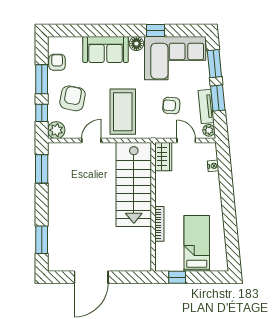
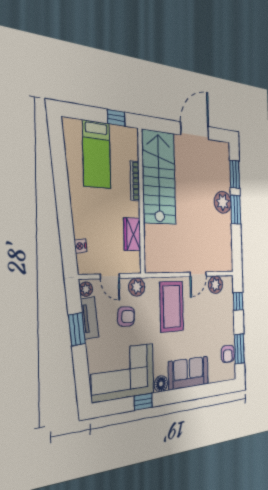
window: (214, 64) -> (81, 371), removed
window: (42, 79) -> (239, 349), moved
armchair: (72, 98) -> (215, 318), removed
plant: (56, 130) -> (215, 285), moved
plant: (160, 131) -> (137, 287), added
wardrobe: (163, 157) -> (132, 234), moved
window: (42, 169) -> (236, 210), moved
stairs: (134, 184) -> (159, 177), moved
plant: (58, 211) -> (223, 202), added

